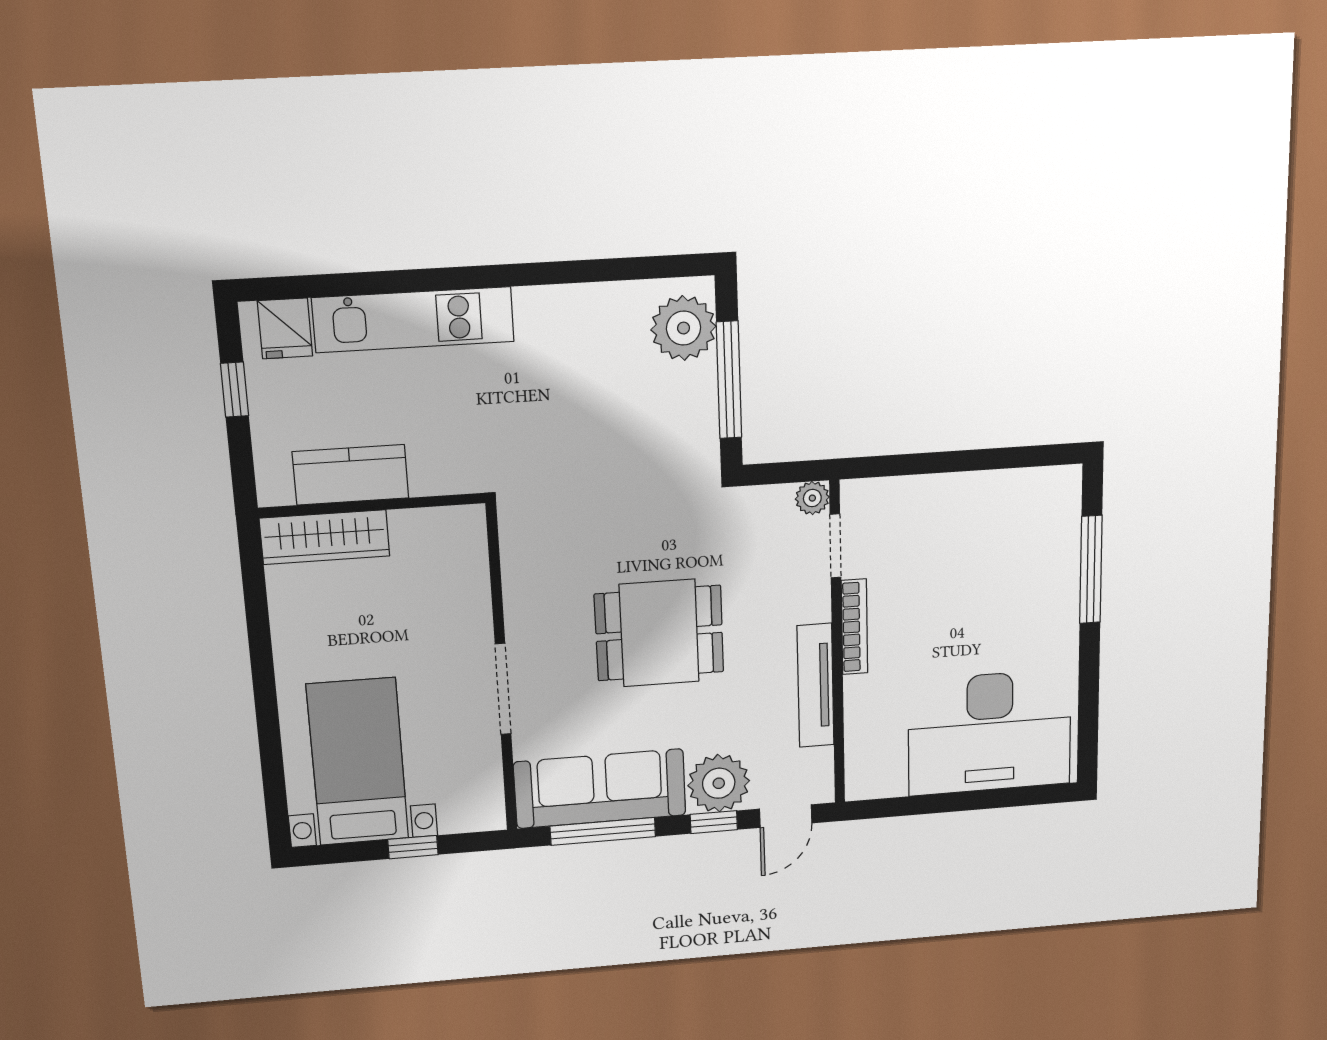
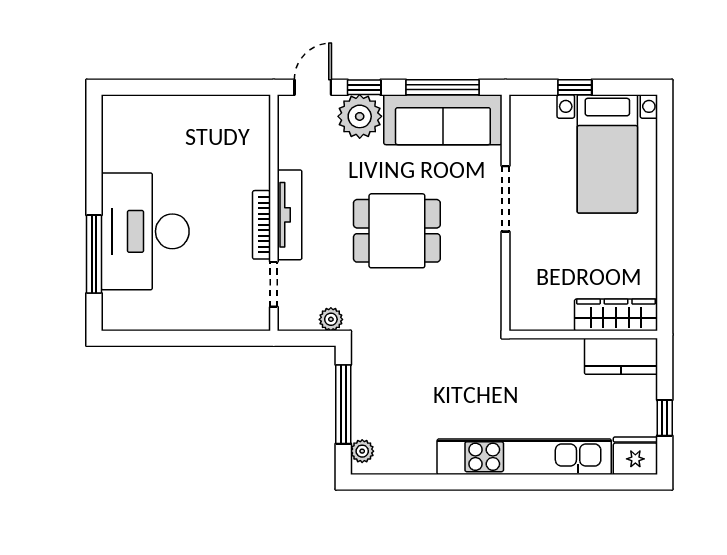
kitchen unit: (413, 320) -> (524, 457), width x1.36
fridge: (285, 328) -> (635, 456), width x1.38
plant: (684, 328) -> (362, 451), width x0.53, depth x0.53
kitchen counter: (351, 475) -> (621, 356), moved
plant: (812, 498) -> (331, 319), moved
tv unit: (816, 685) -> (290, 215), moved
desk: (990, 732) -> (145, 231), moved, turned -90

